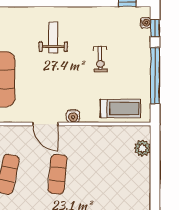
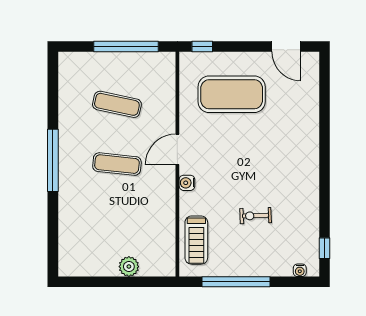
window: (155, 28) -> (293, 282), removed
weight bench: (53, 37) -> (282, 159), removed
plant: (142, 148) -> (129, 267), moved

